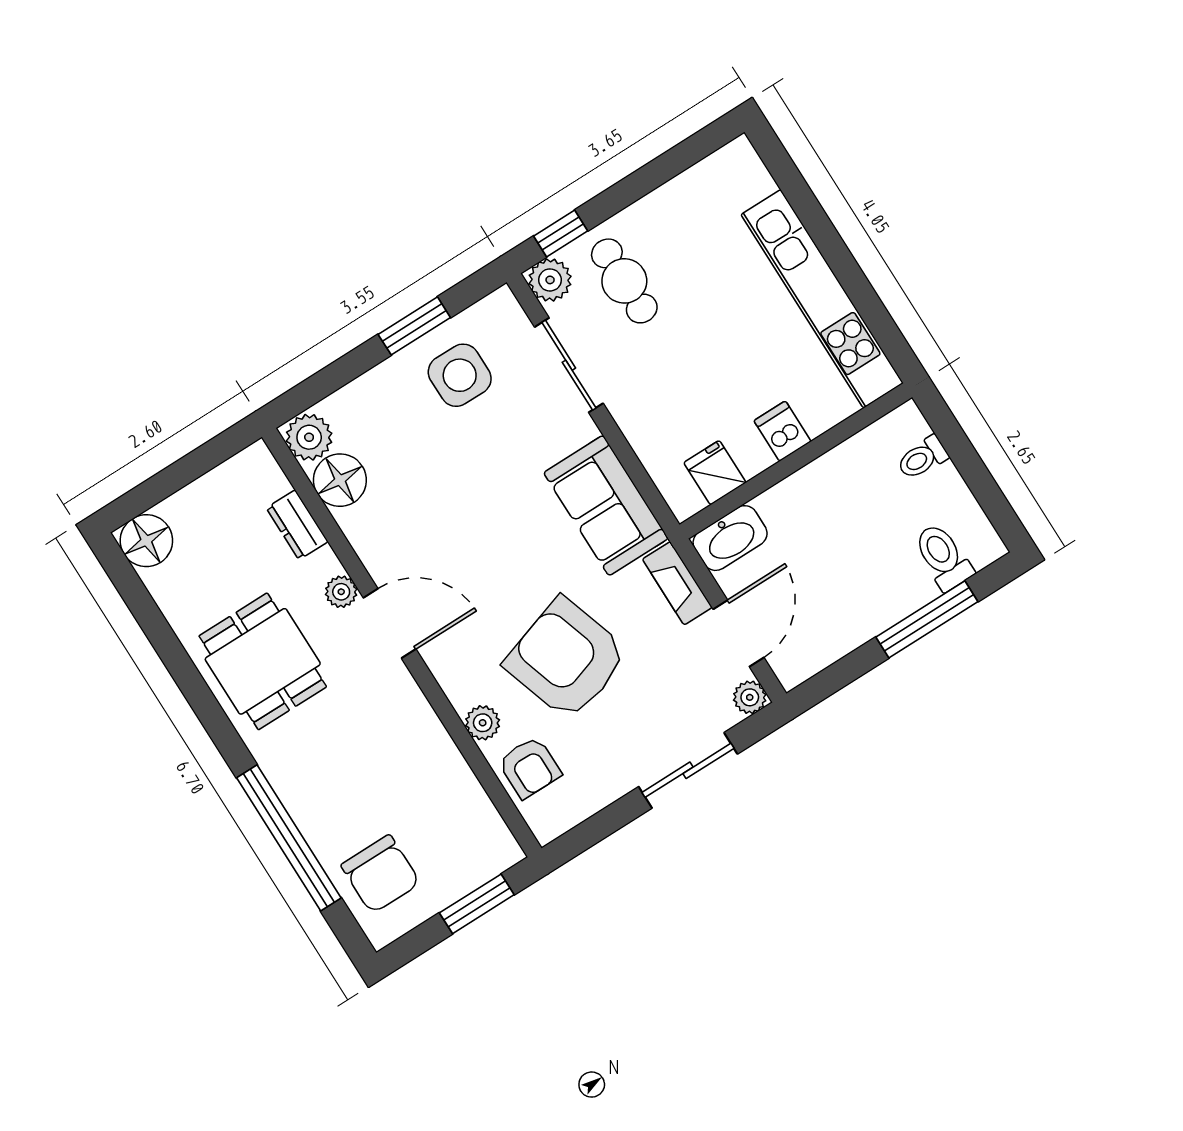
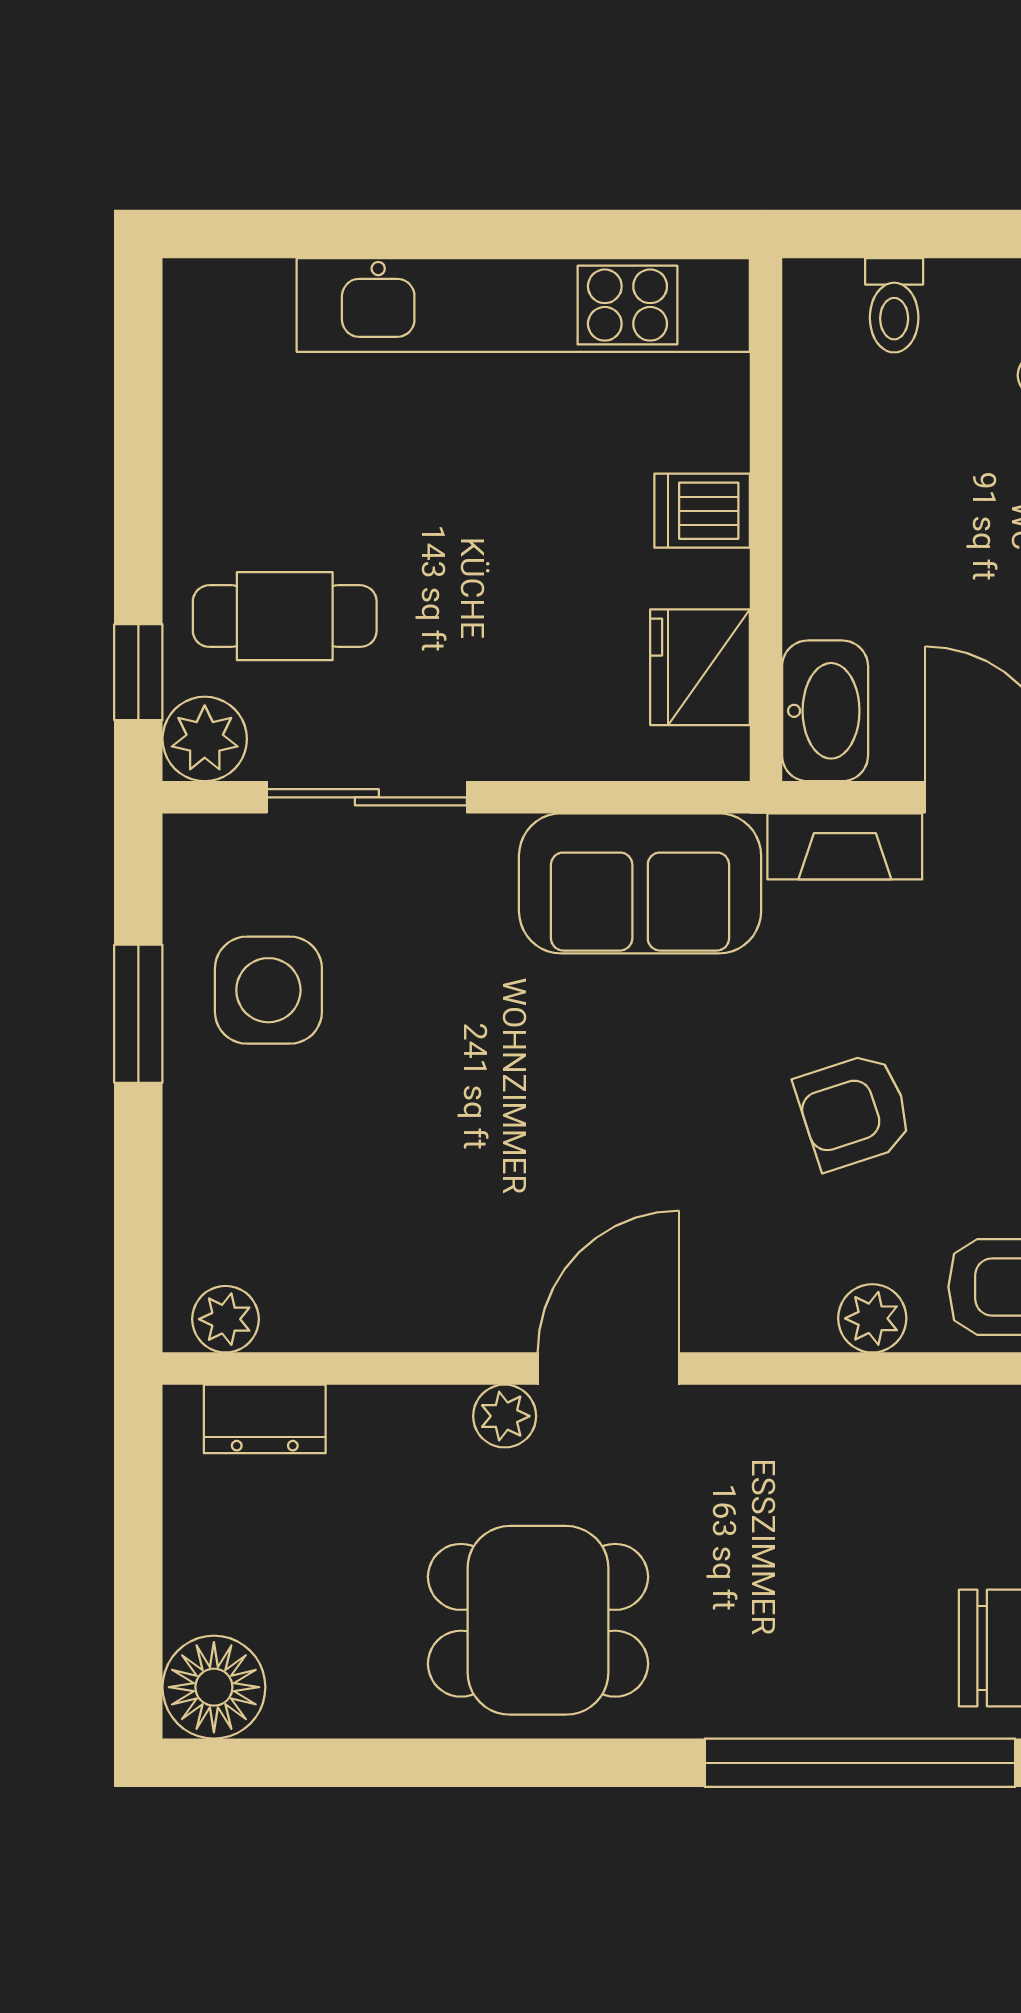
plant: (309, 437) -> (225, 1319), width x0.73, depth x0.73
fridge: (715, 473) -> (700, 667), width x1.38
floor lamp: (340, 480) -> (317, 1300), removed
dresser: (297, 525) -> (265, 1419), moved
armchair: (566, 659) -> (854, 1111), width x0.53, depth x0.53

